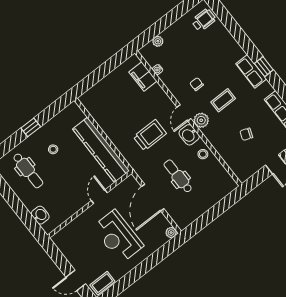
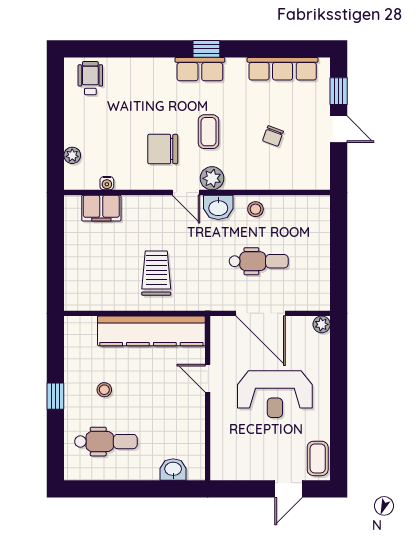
chair: (197, 84) -> (163, 149), width x1.87, depth x1.87
trolley: (150, 135) -> (156, 273), moved
dental chair: (178, 176) -> (259, 261), turned 180

